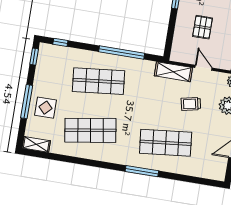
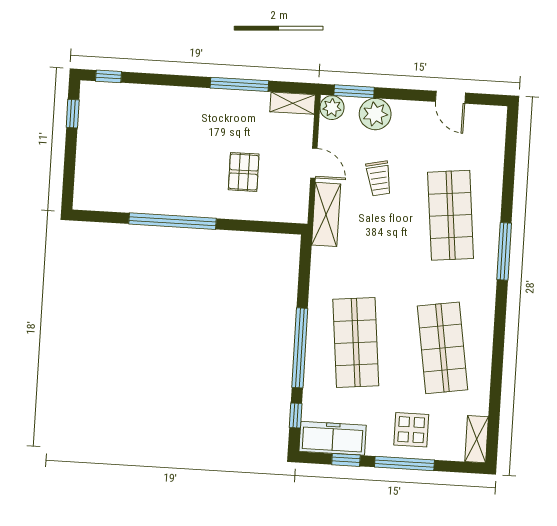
pallet: (203, 27) -> (244, 172), turned 90
window: (122, 53) -> (300, 348), moved
window: (34, 57) -> (346, 460), moved
freezer: (45, 62) -> (333, 438), added
door: (203, 68) -> (314, 163), swing flipped

